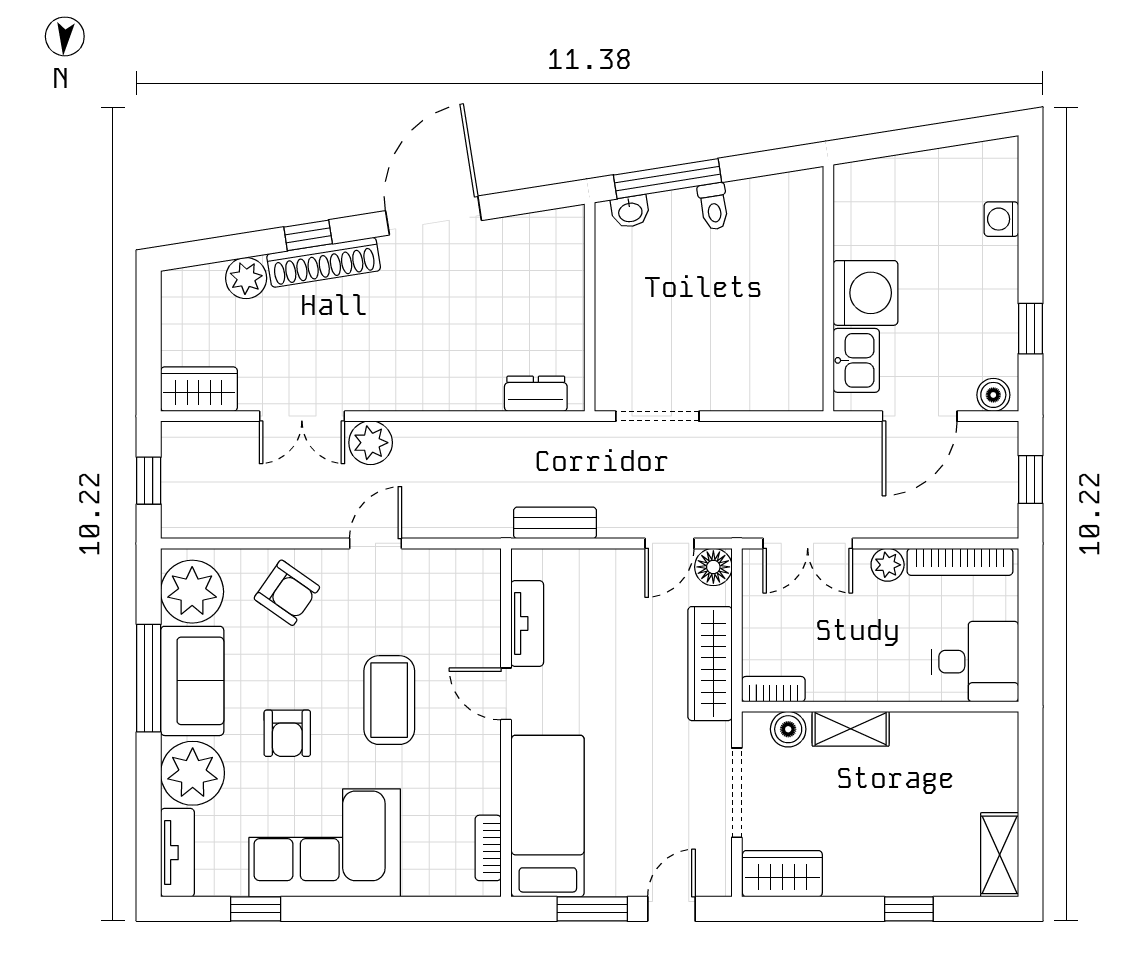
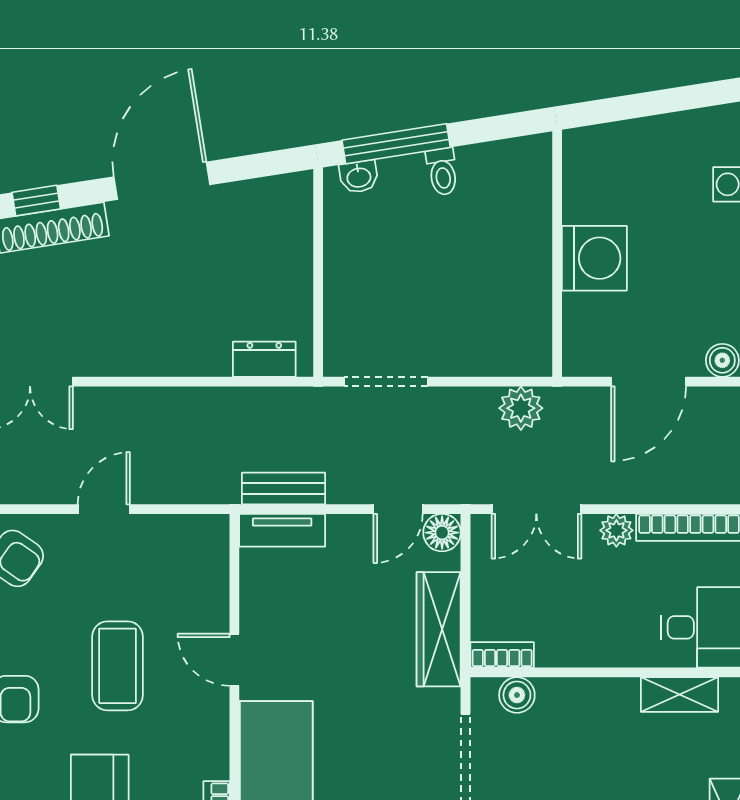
kitchen sink: (856, 360) -> (585, 326), removed
plant: (371, 443) -> (521, 408), moved
tv unit: (527, 623) -> (282, 530), moved, turned 90
shelving: (851, 729) -> (680, 695), moved

